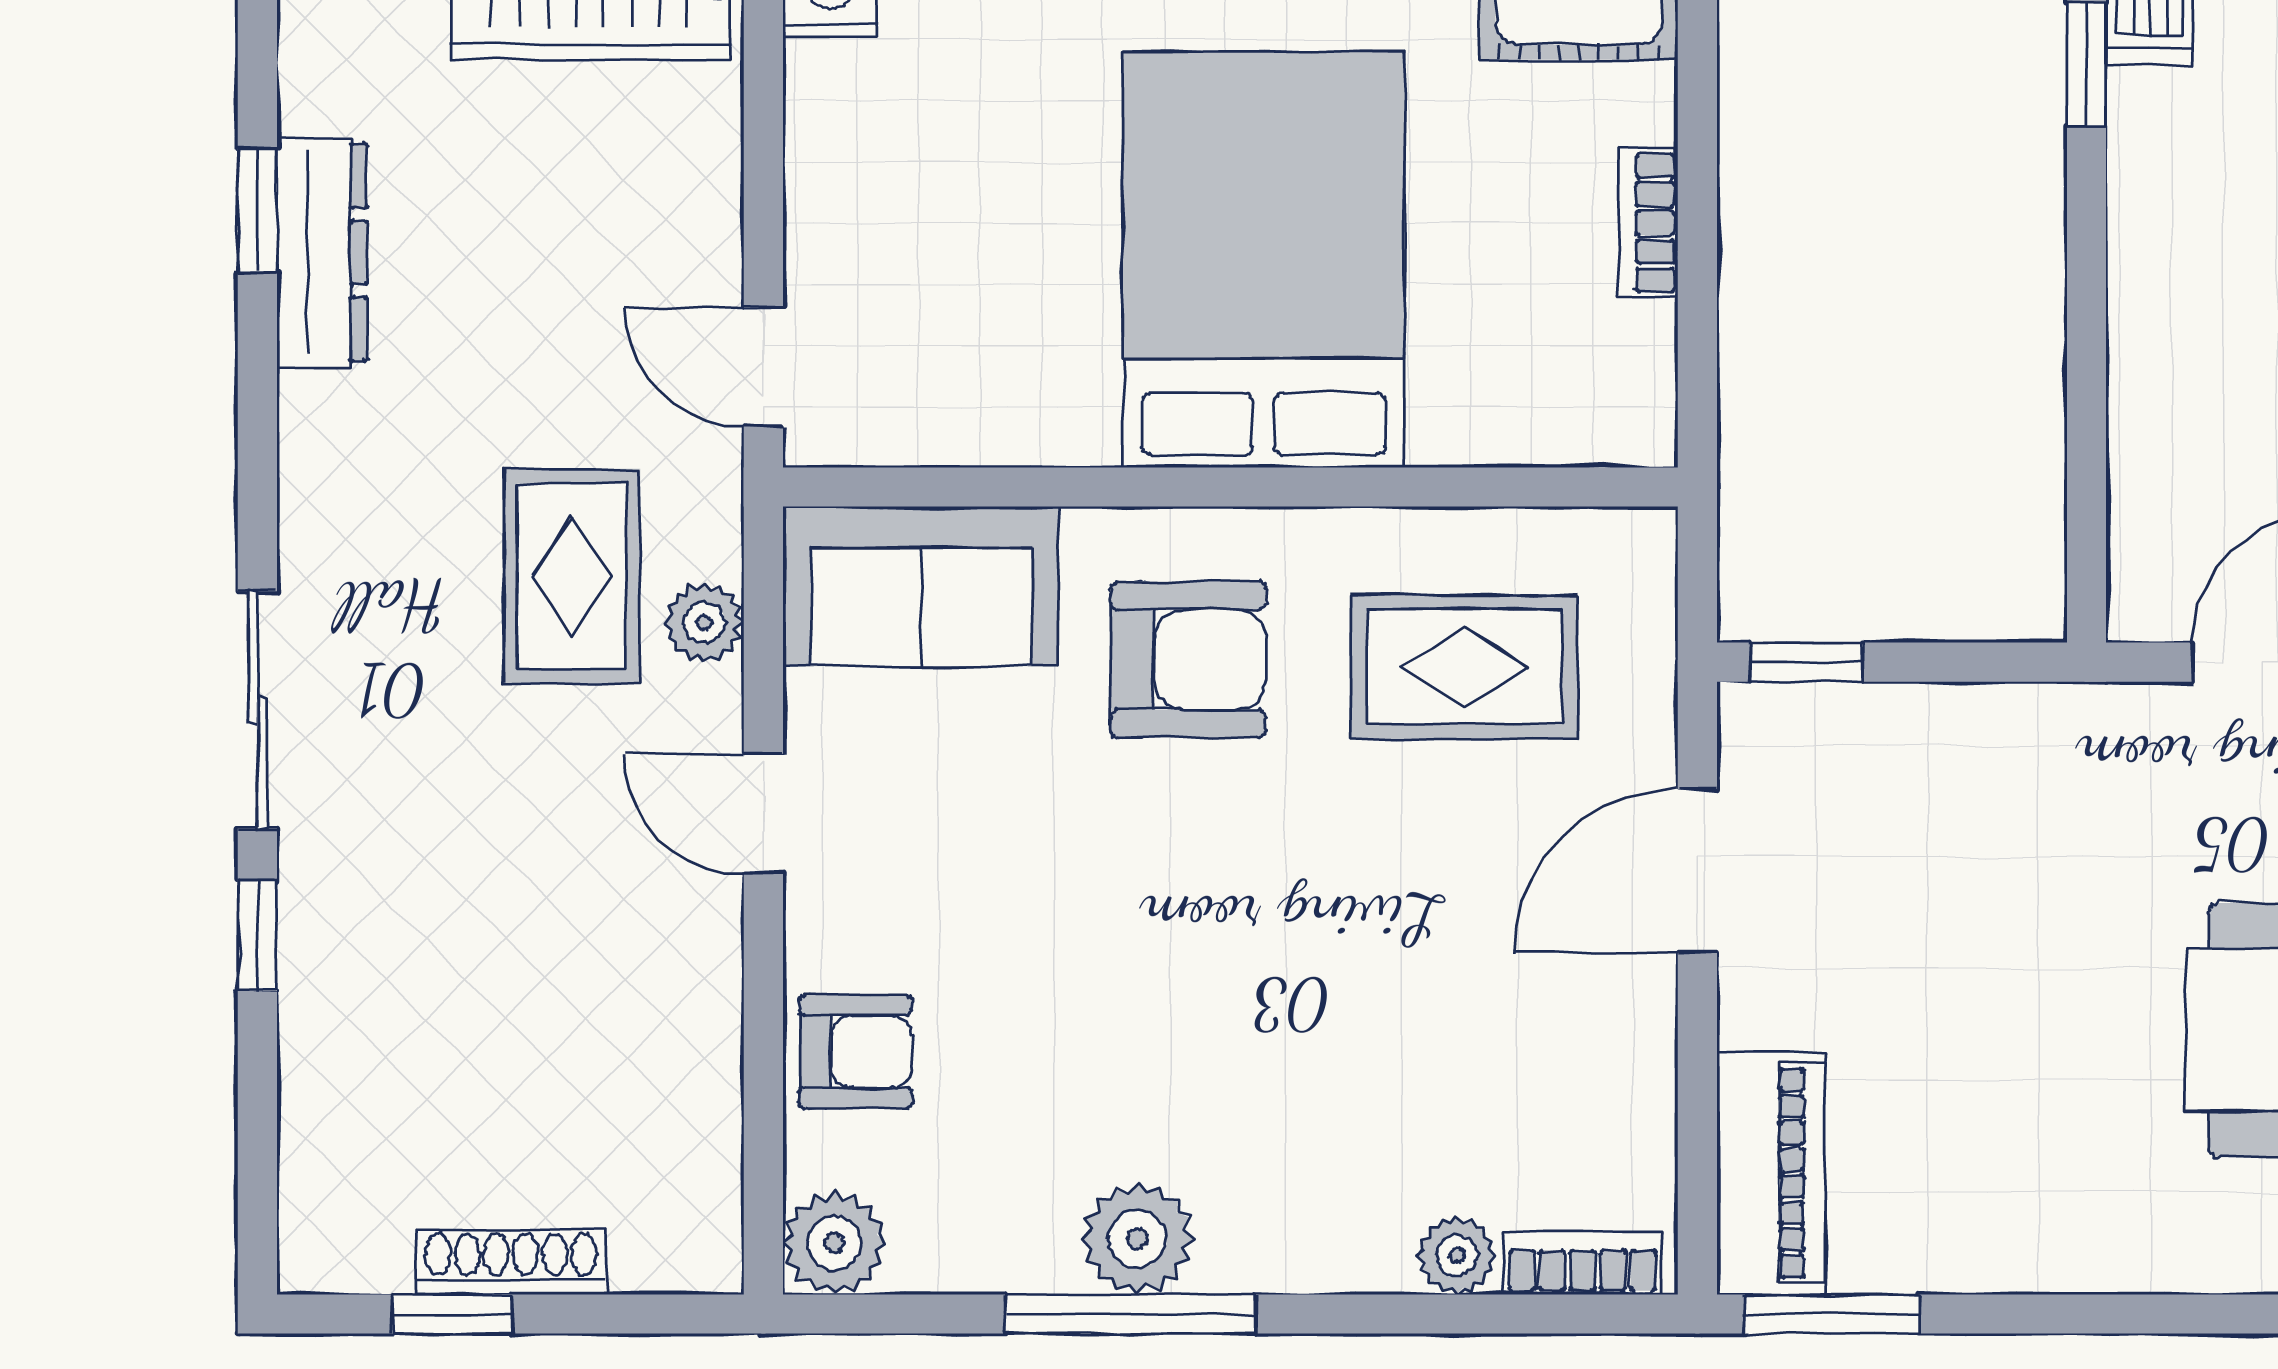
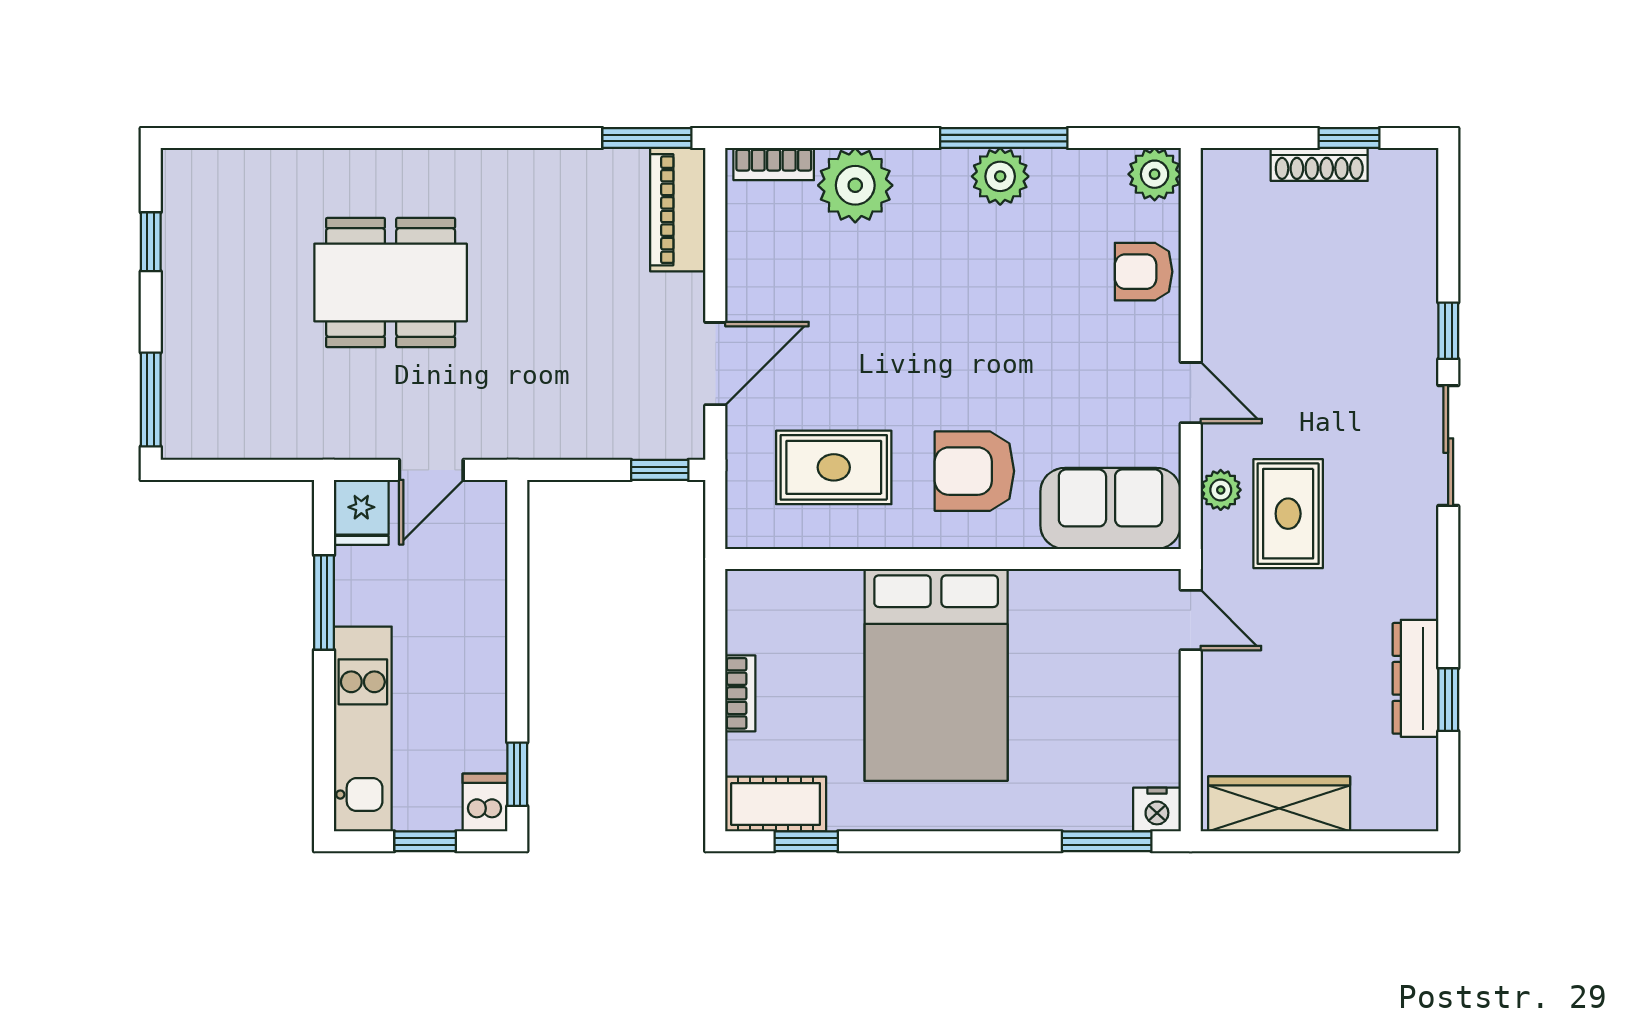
plant: (1457, 1255) -> (855, 185), width x1.87, depth x1.87

